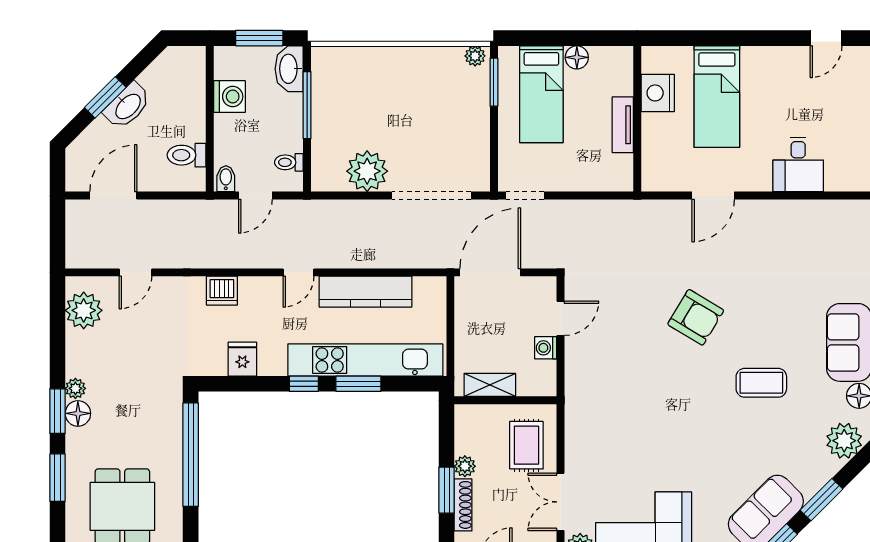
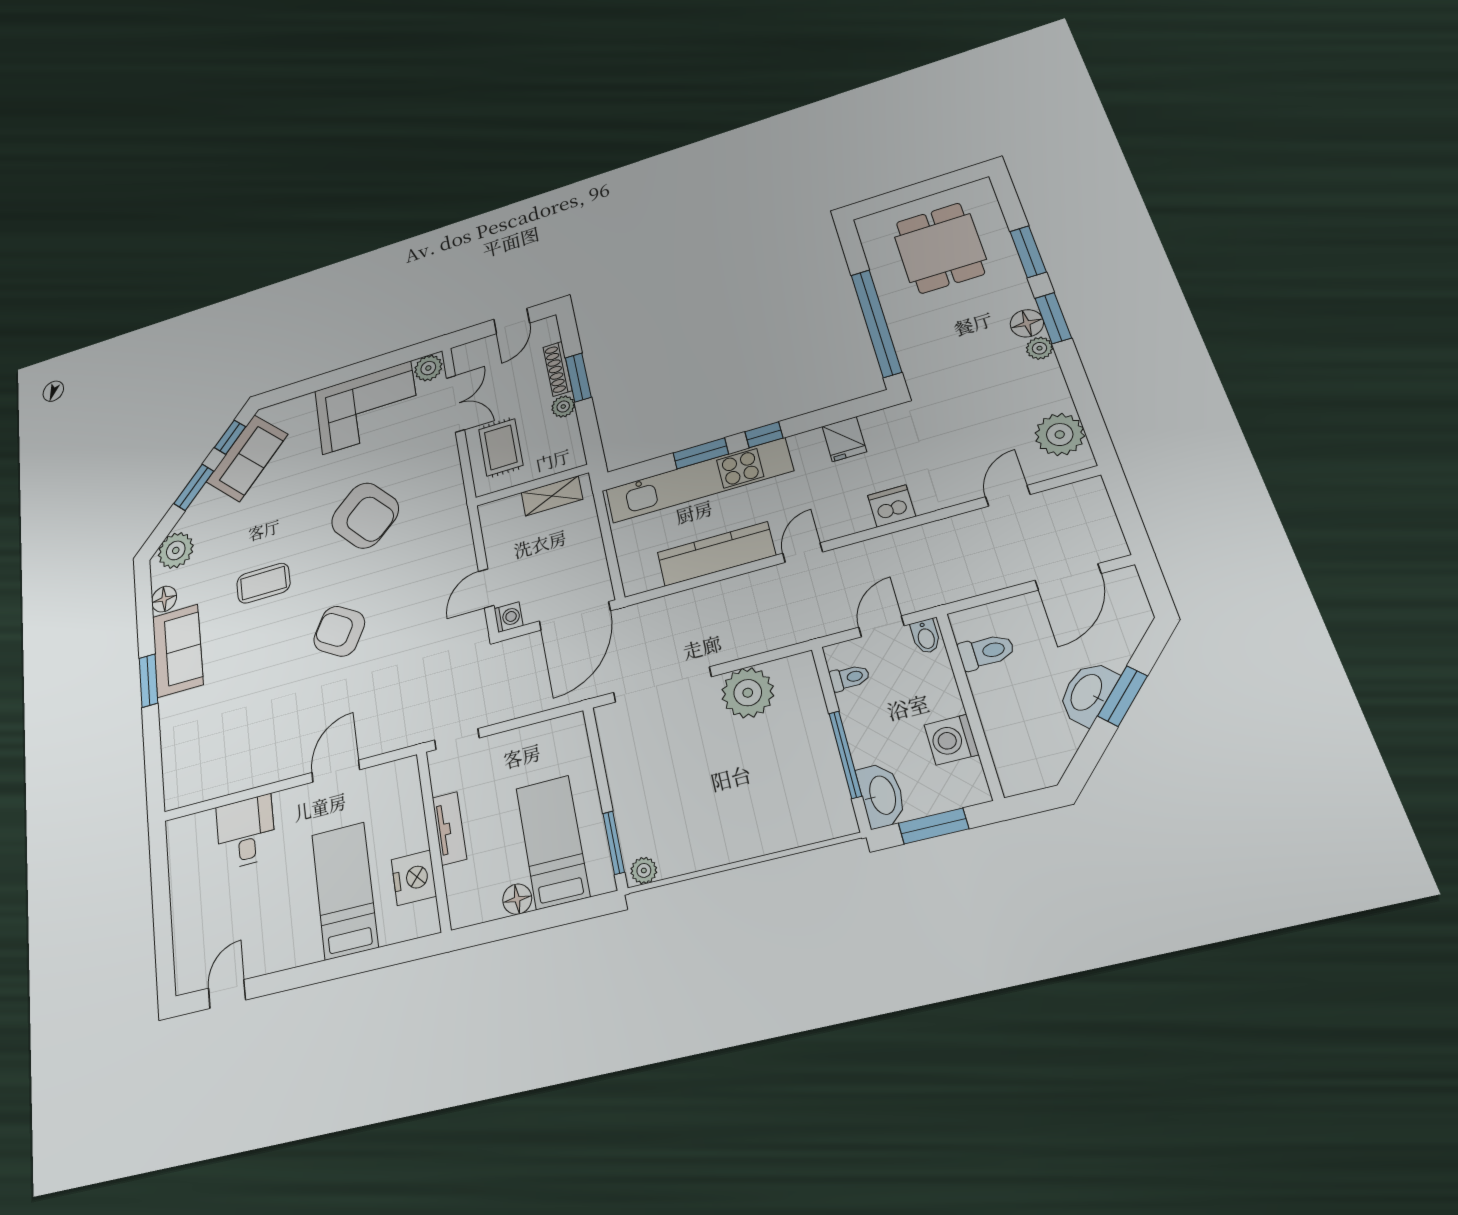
doorway: (525, 196) -> (457, 739), moved
washing machine: (546, 348) -> (509, 617), moved
armchair: (659, 419) -> (365, 515), added

